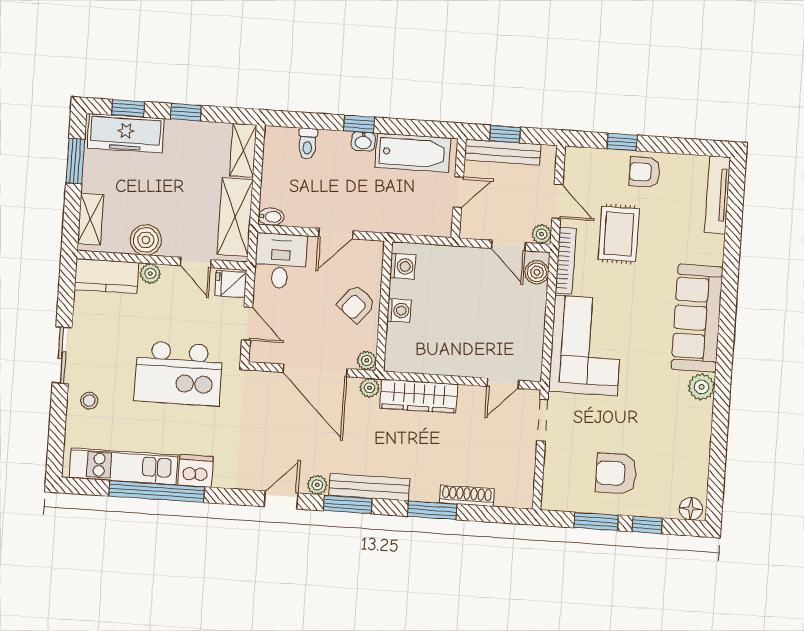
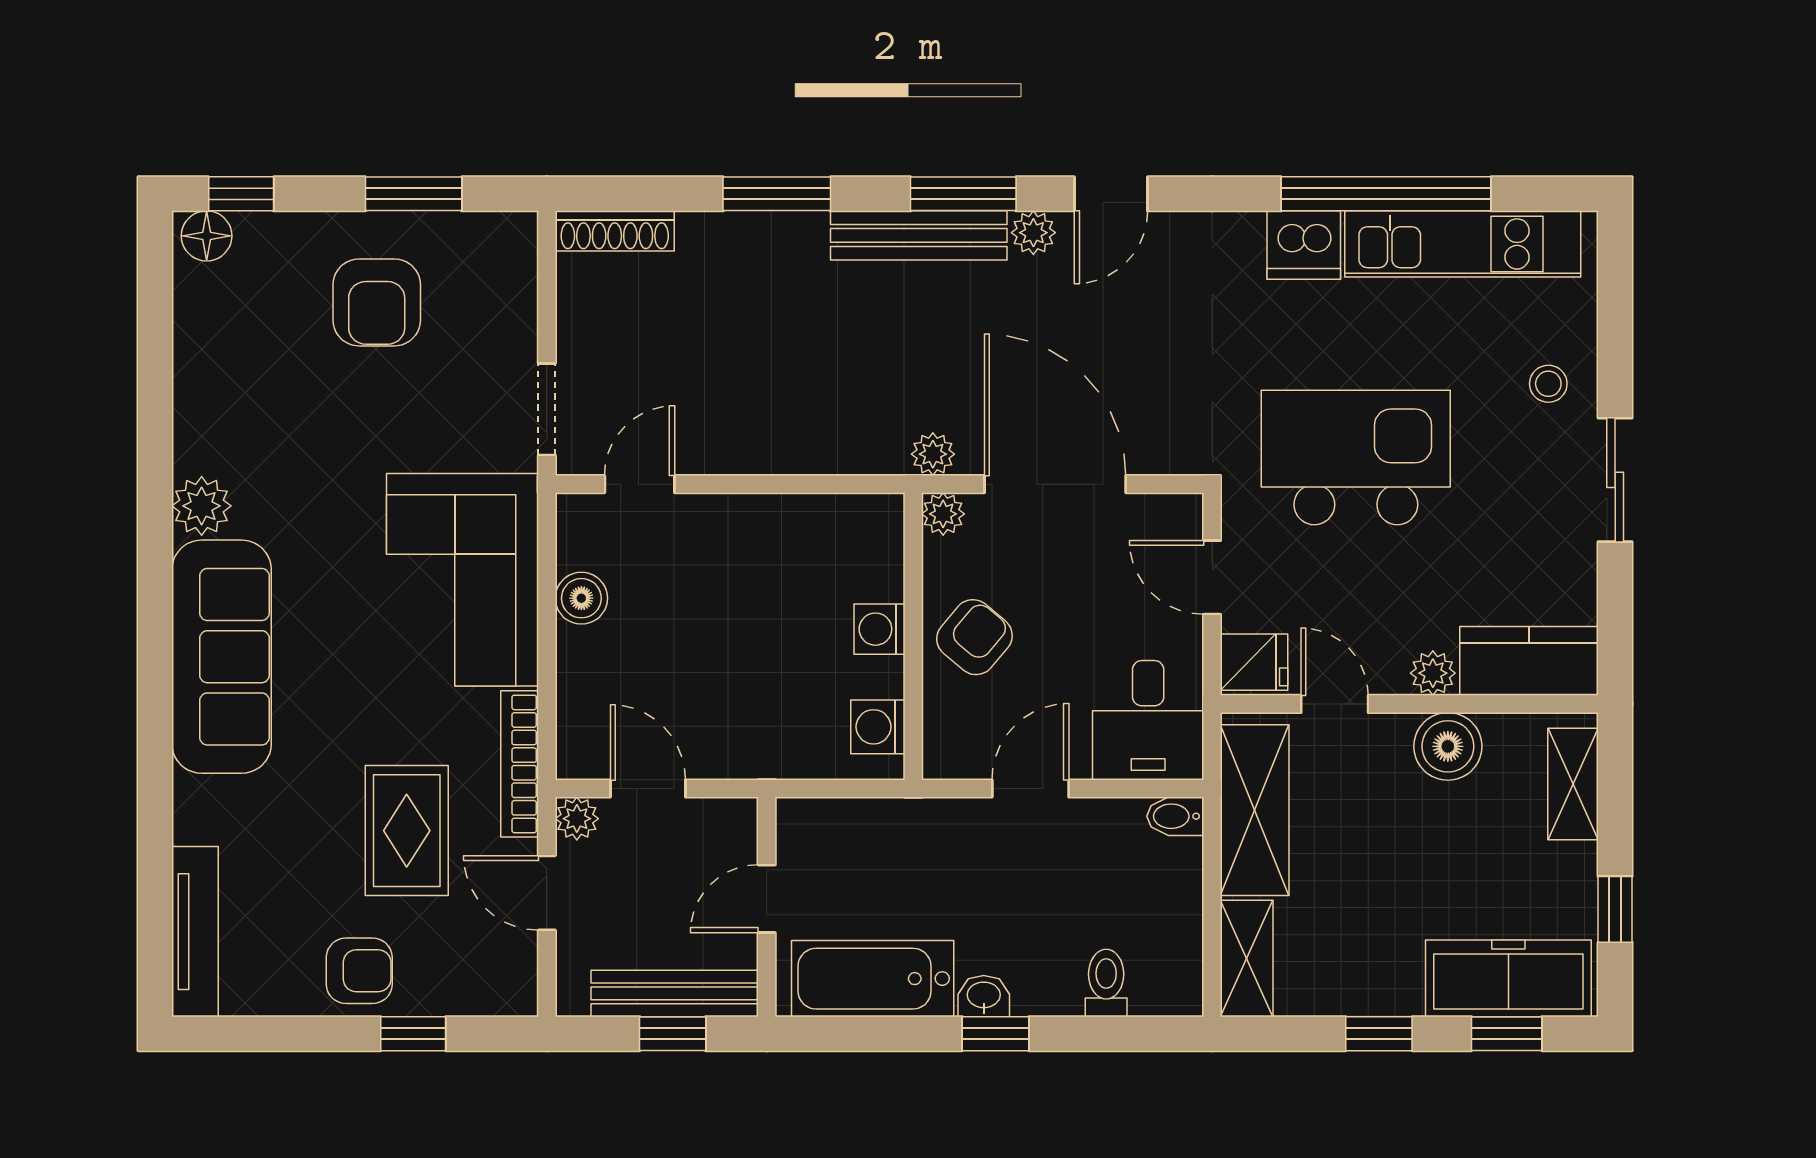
window: (75, 161) -> (1615, 909), width x0.67
boiler: (537, 272) -> (581, 598), moved
wardrobe: (419, 396) -> (823, 443), removed
armchair: (616, 473) -> (377, 302), turned 90
shoe rack: (467, 496) -> (615, 231), moved
window: (647, 525) -> (241, 194), moved

